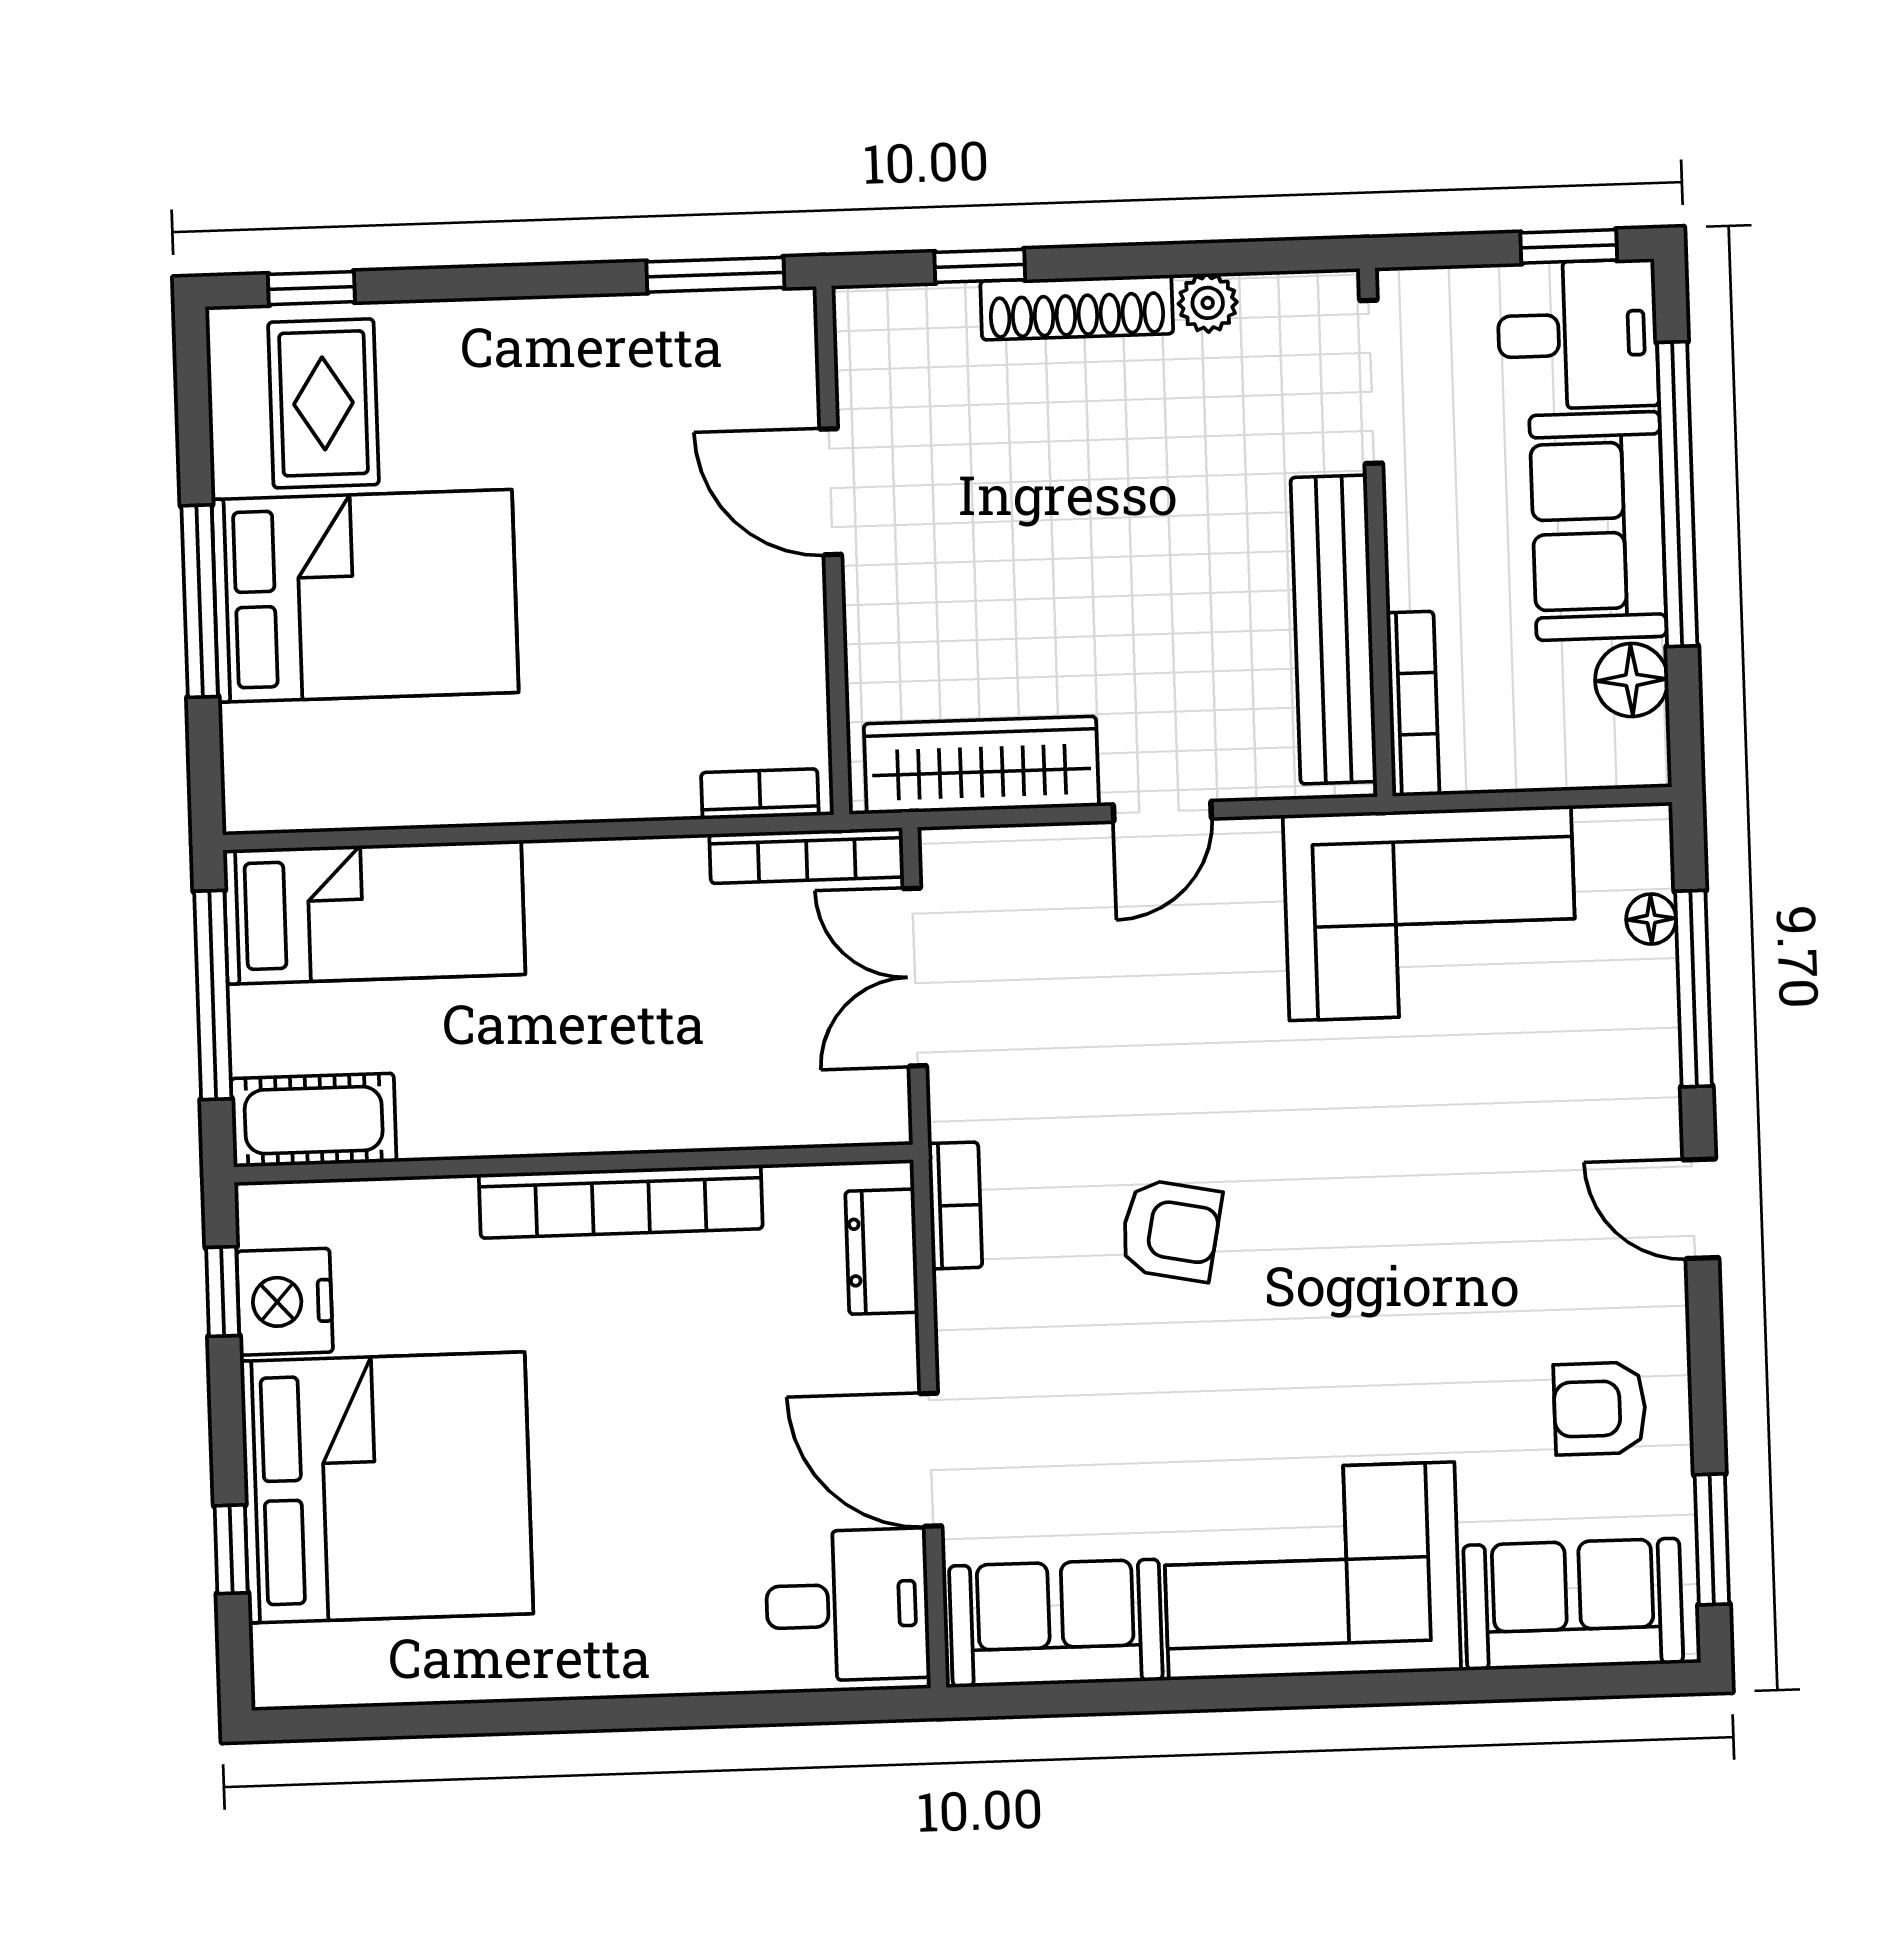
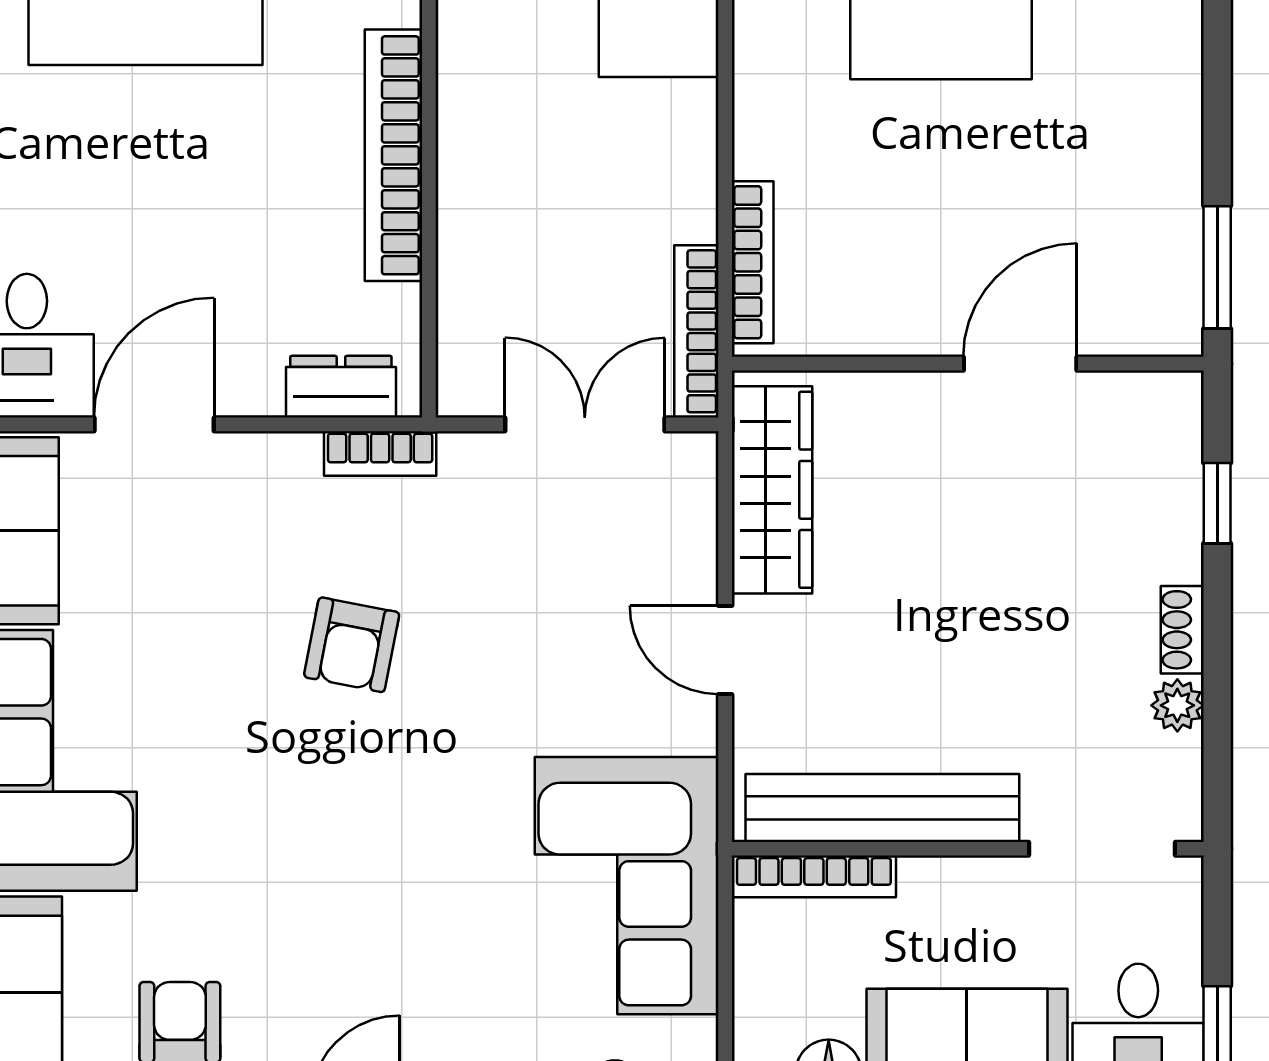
shoe rack: (1077, 307) -> (1182, 630), width x0.51, depth x0.81
bookcase: (760, 794) -> (753, 262), width x1.56

